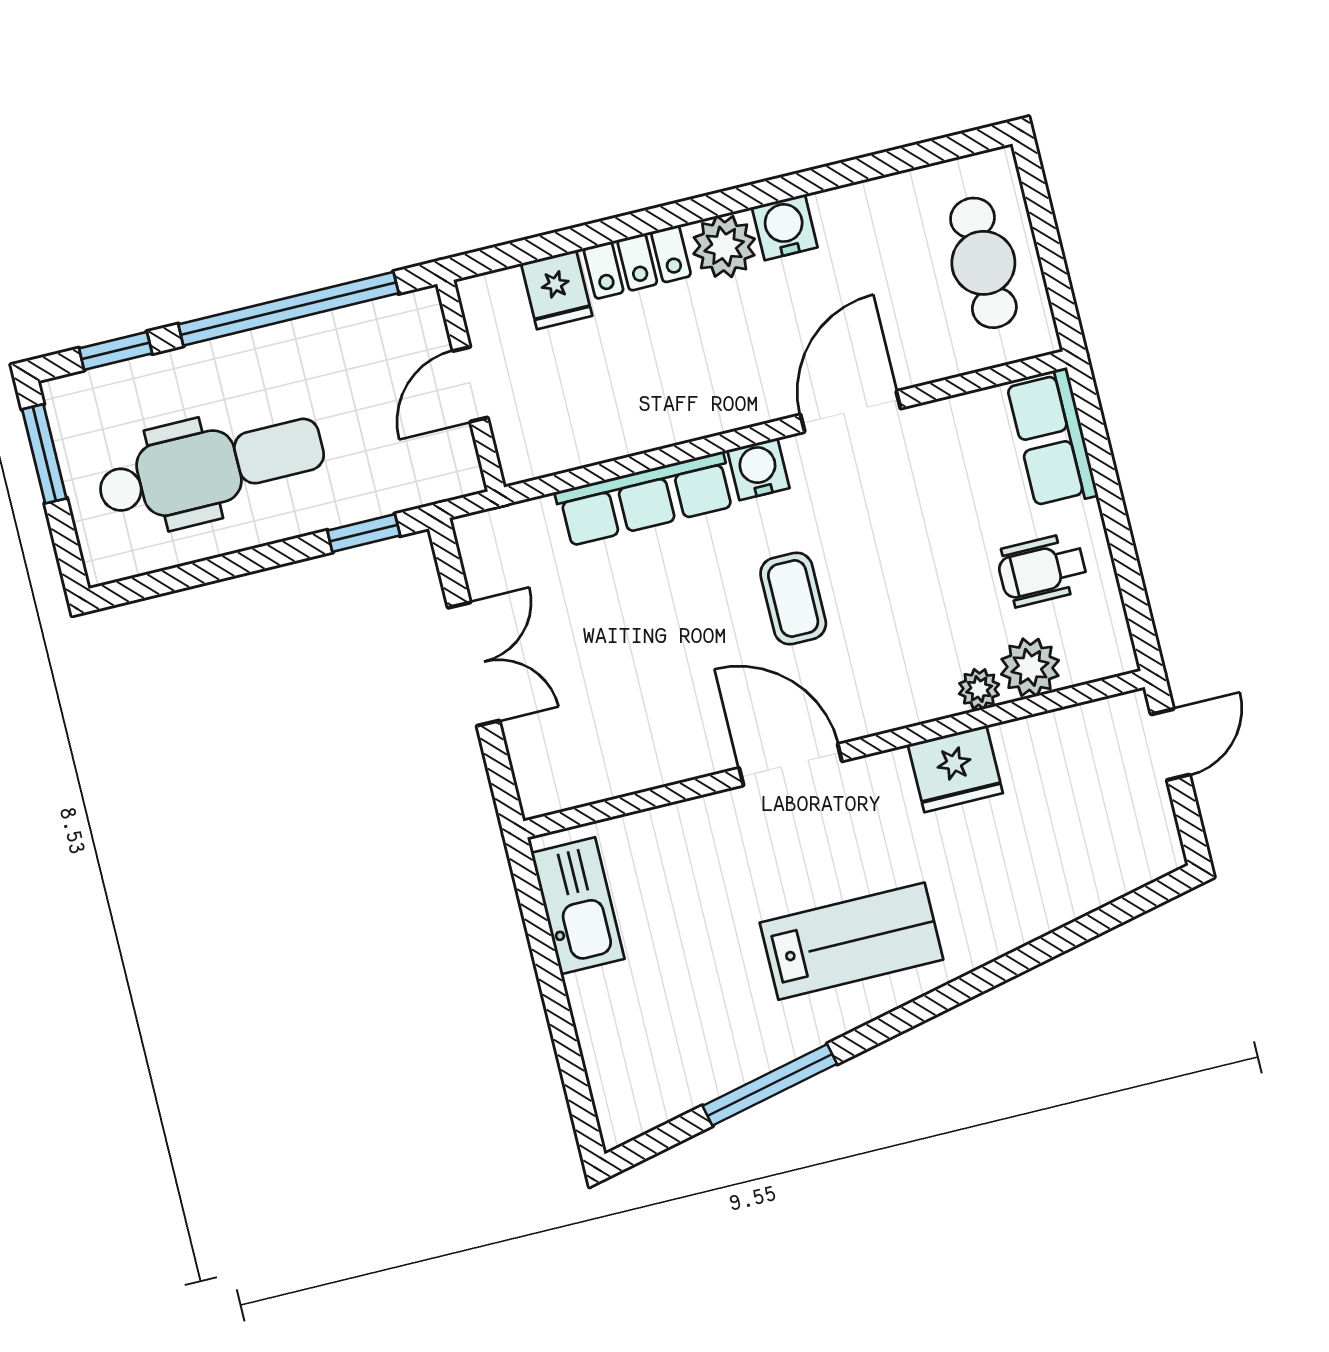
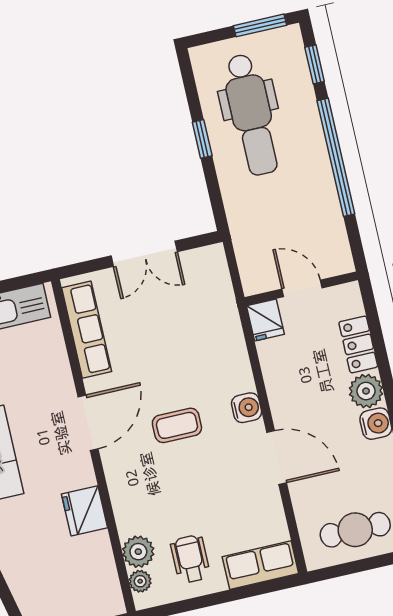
fridge: (557, 290) -> (265, 320), moved, turned -90
door: (470, 384) -> (302, 288), moved
wall: (471, 386) -> (301, 289), moved
row of seats: (645, 499) -> (87, 330), moved, turned 180
window: (364, 533) -> (202, 139), moved
plant: (979, 689) -> (140, 581), moved

